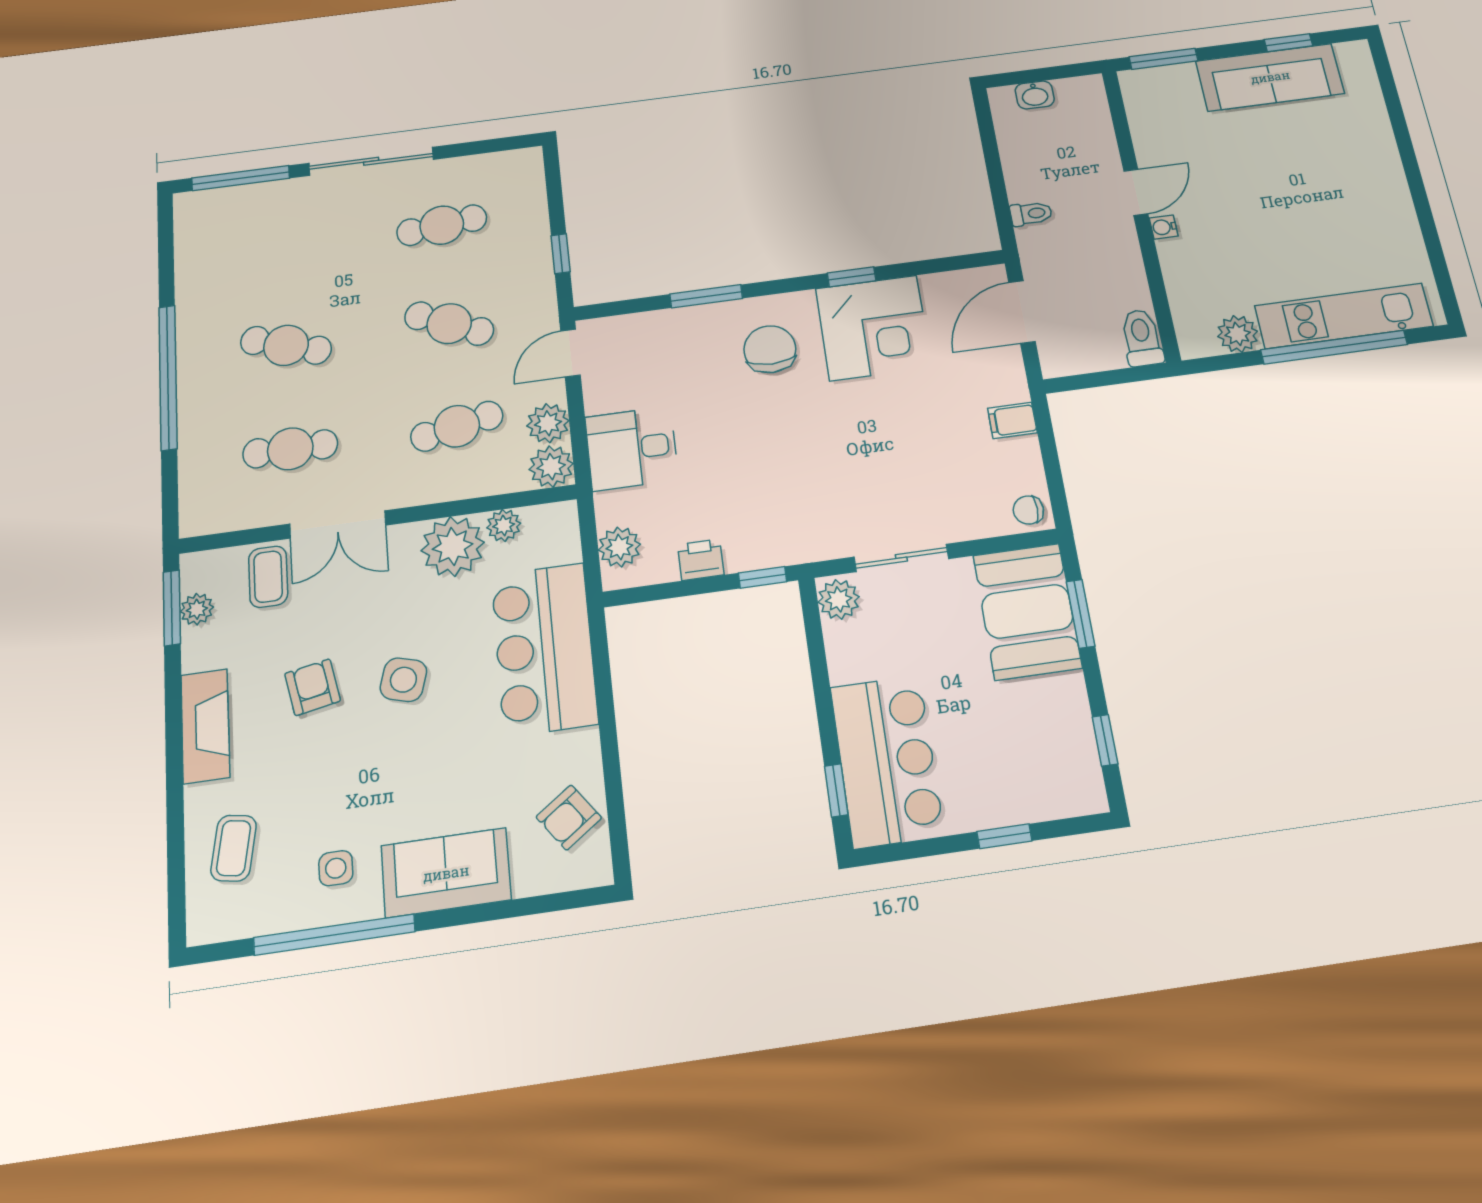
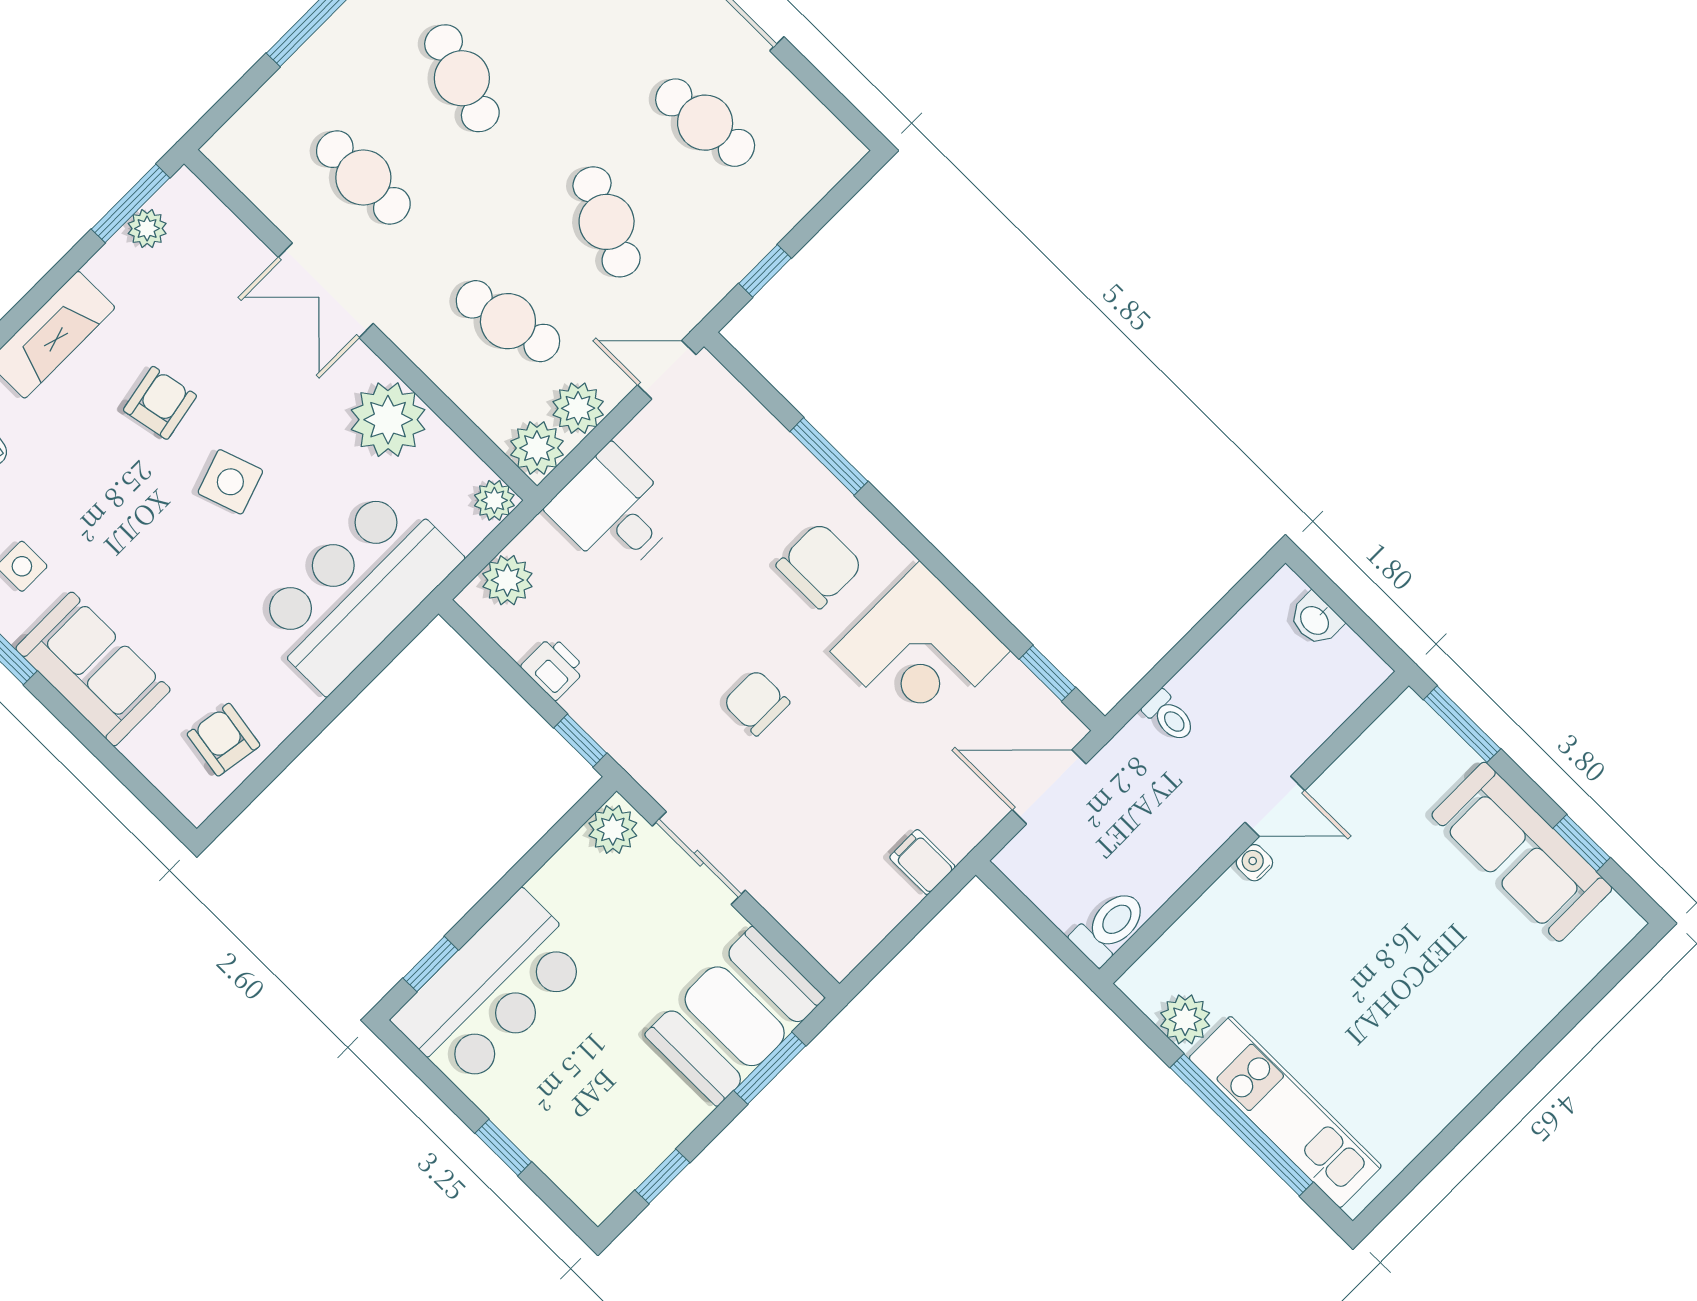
window: (852, 277) -> (1047, 673), moved
chair: (1028, 510) -> (756, 703), moved, width x1.37, depth x1.37
plant: (504, 525) -> (494, 500), moved
coffee table: (268, 577) -> (227, 268), removed
side table: (403, 680) -> (230, 482), turned -35
armchair: (569, 817) -> (224, 740), turned 45

